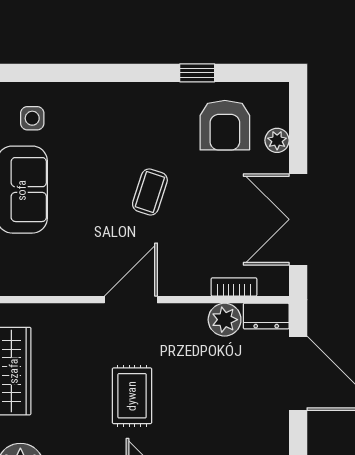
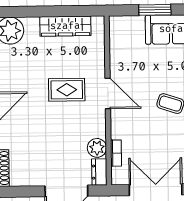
rug: (132, 396) -> (67, 90), moved

